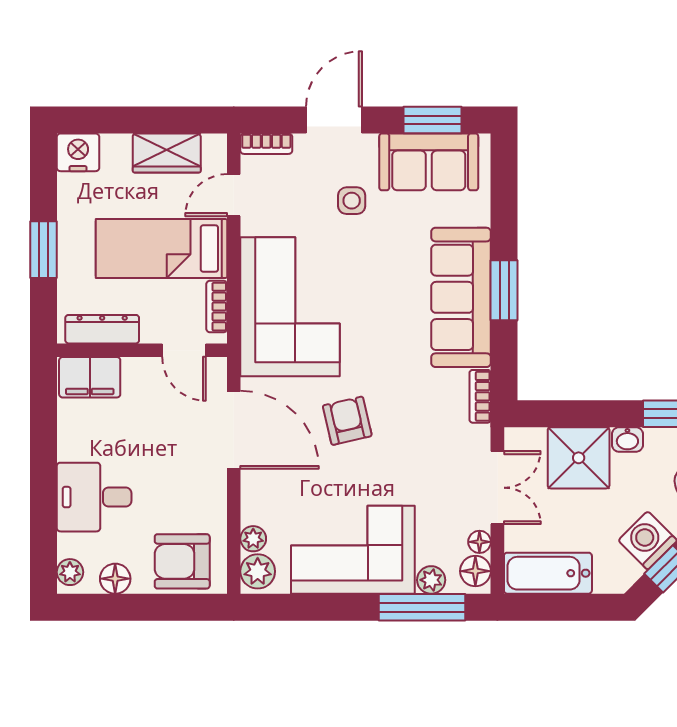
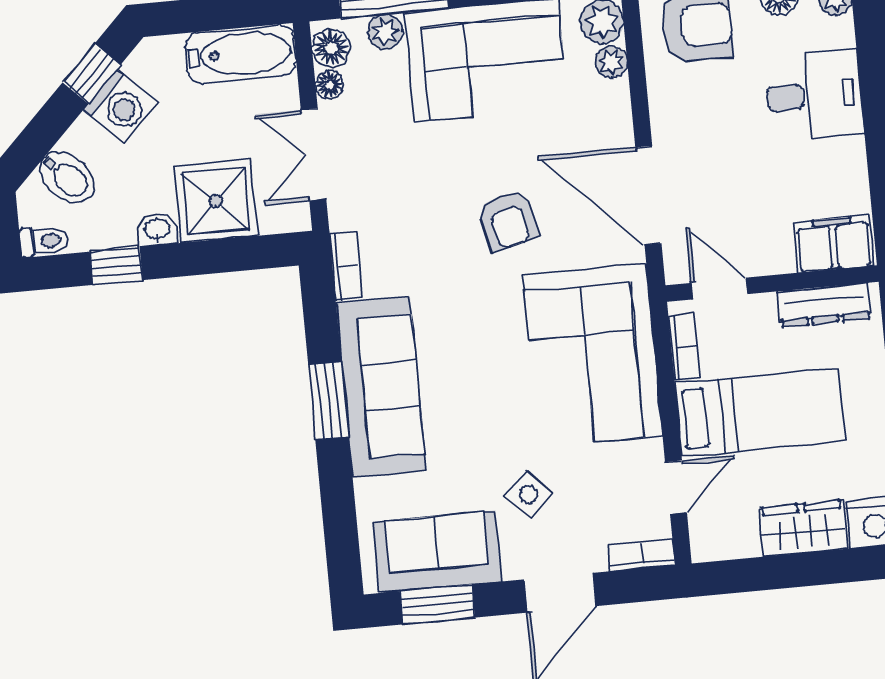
wardrobe: (167, 153) -> (803, 528), moved
side table: (352, 201) -> (529, 494), turned 45

